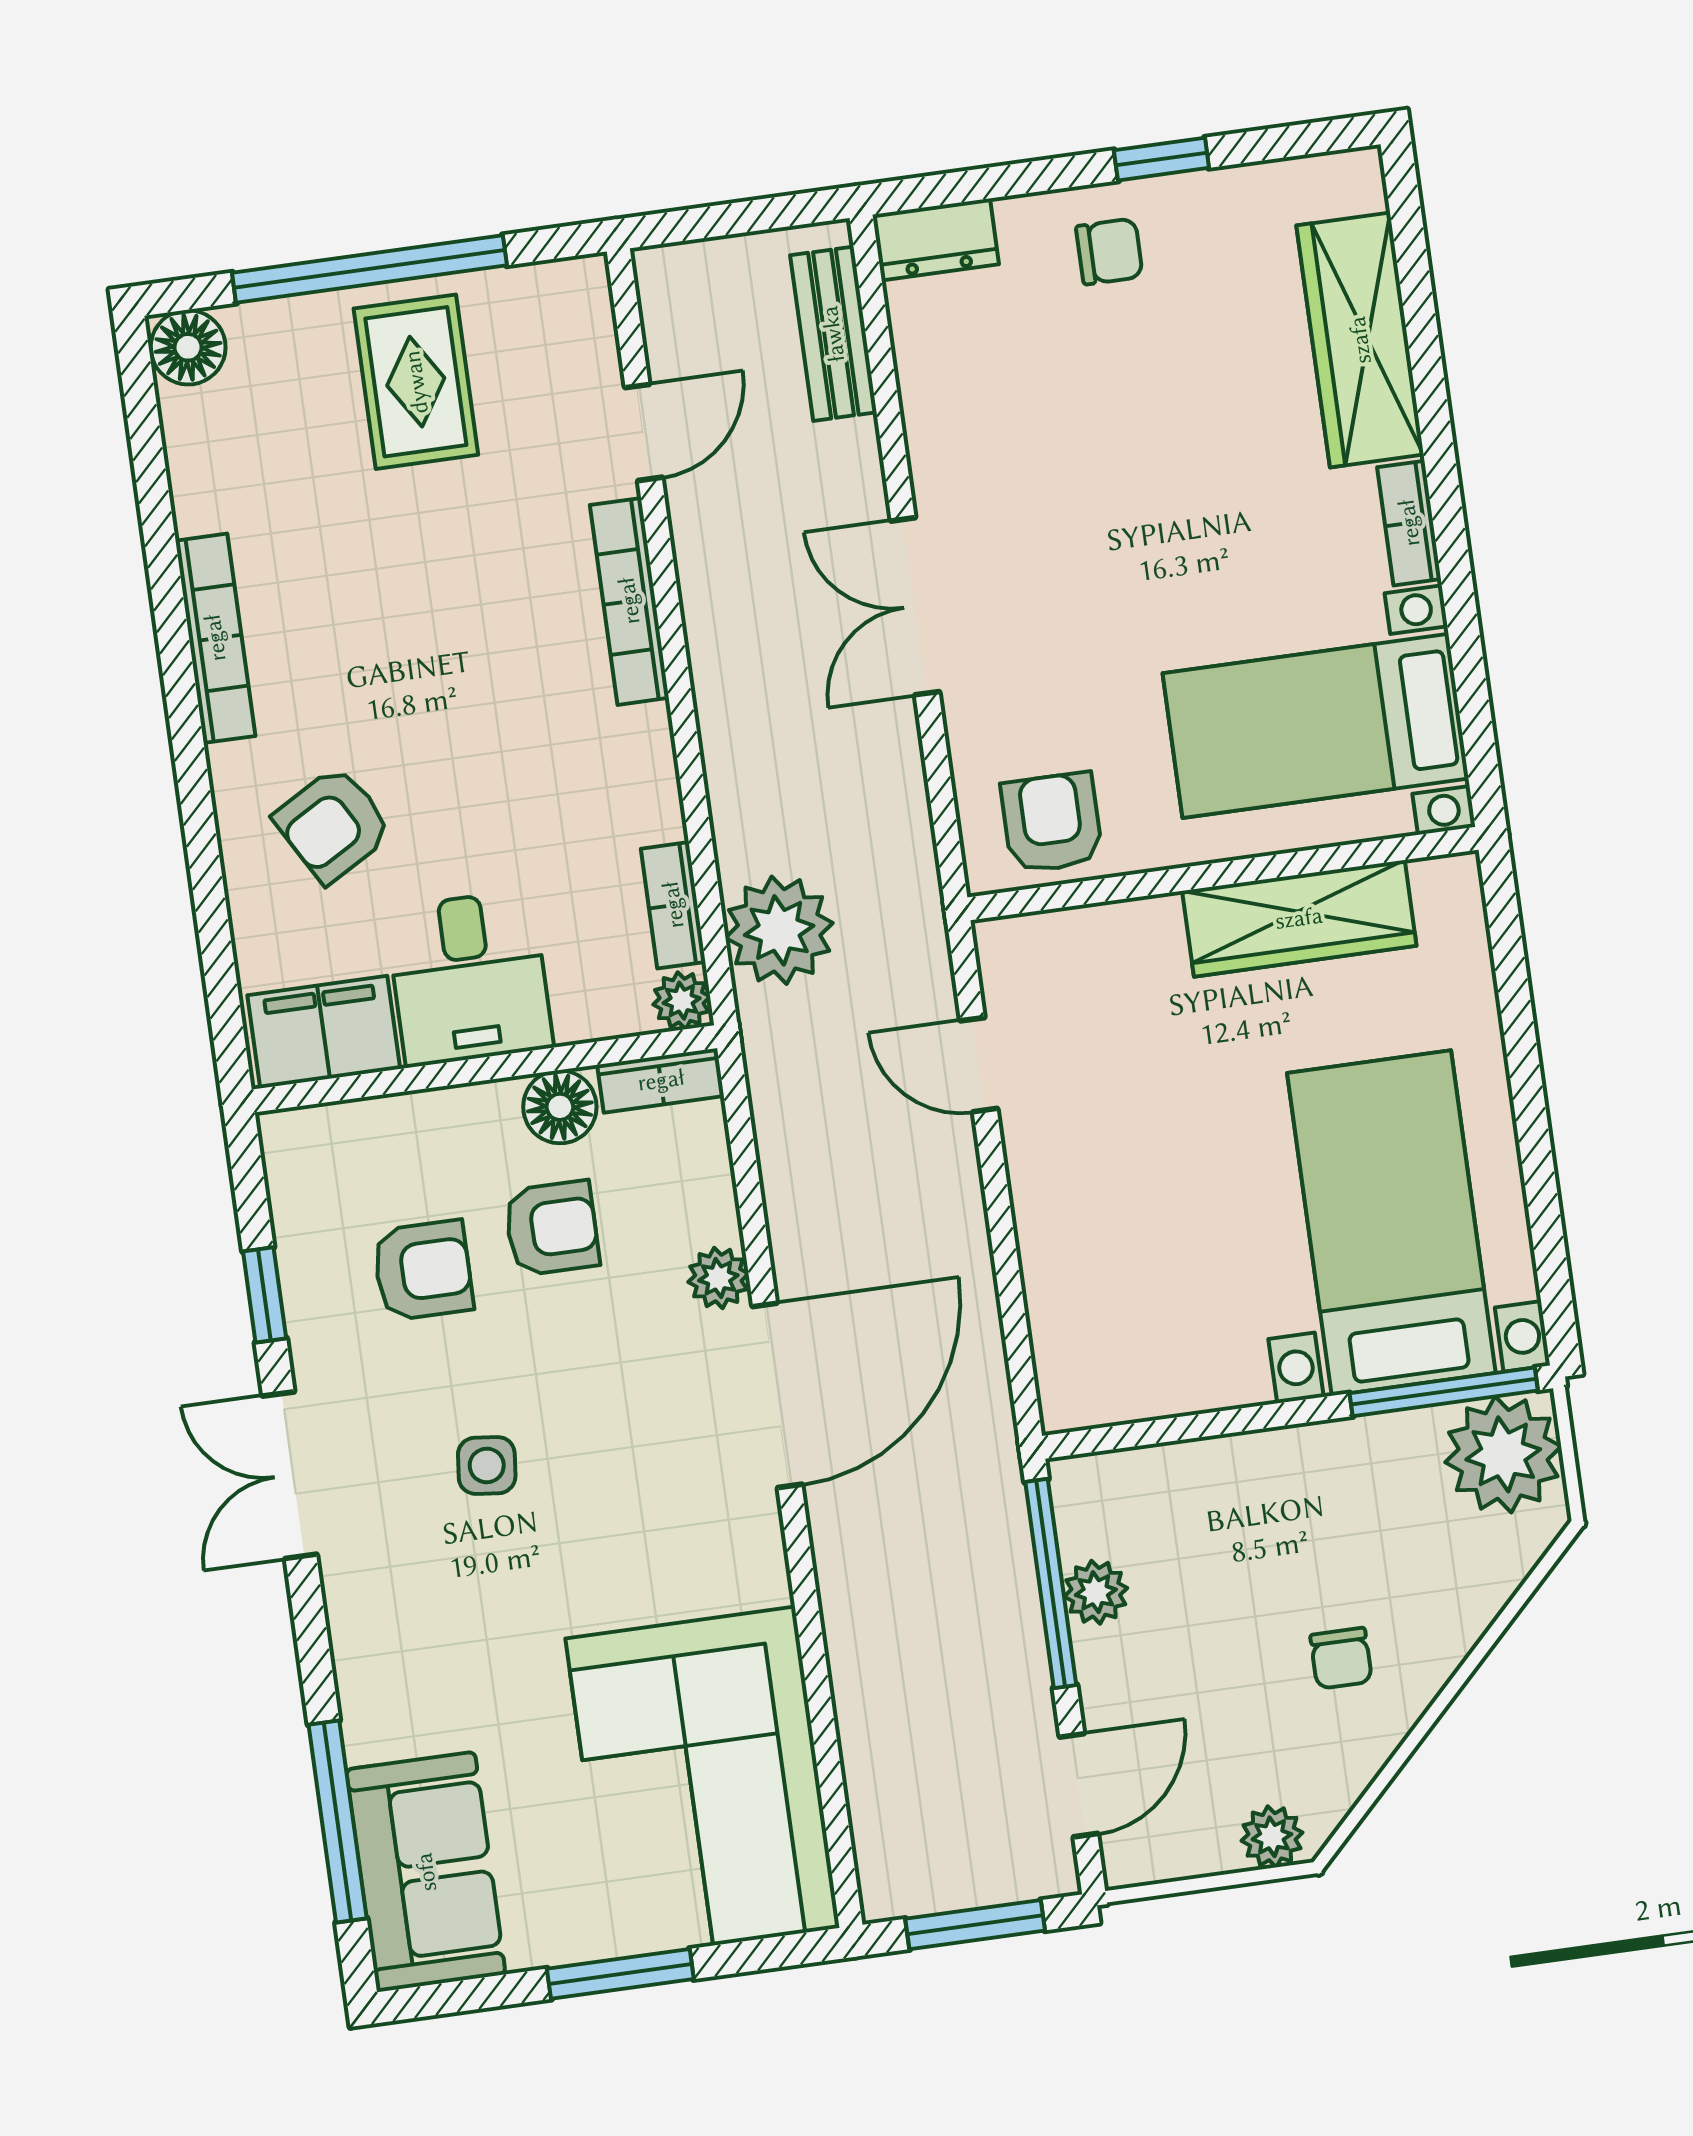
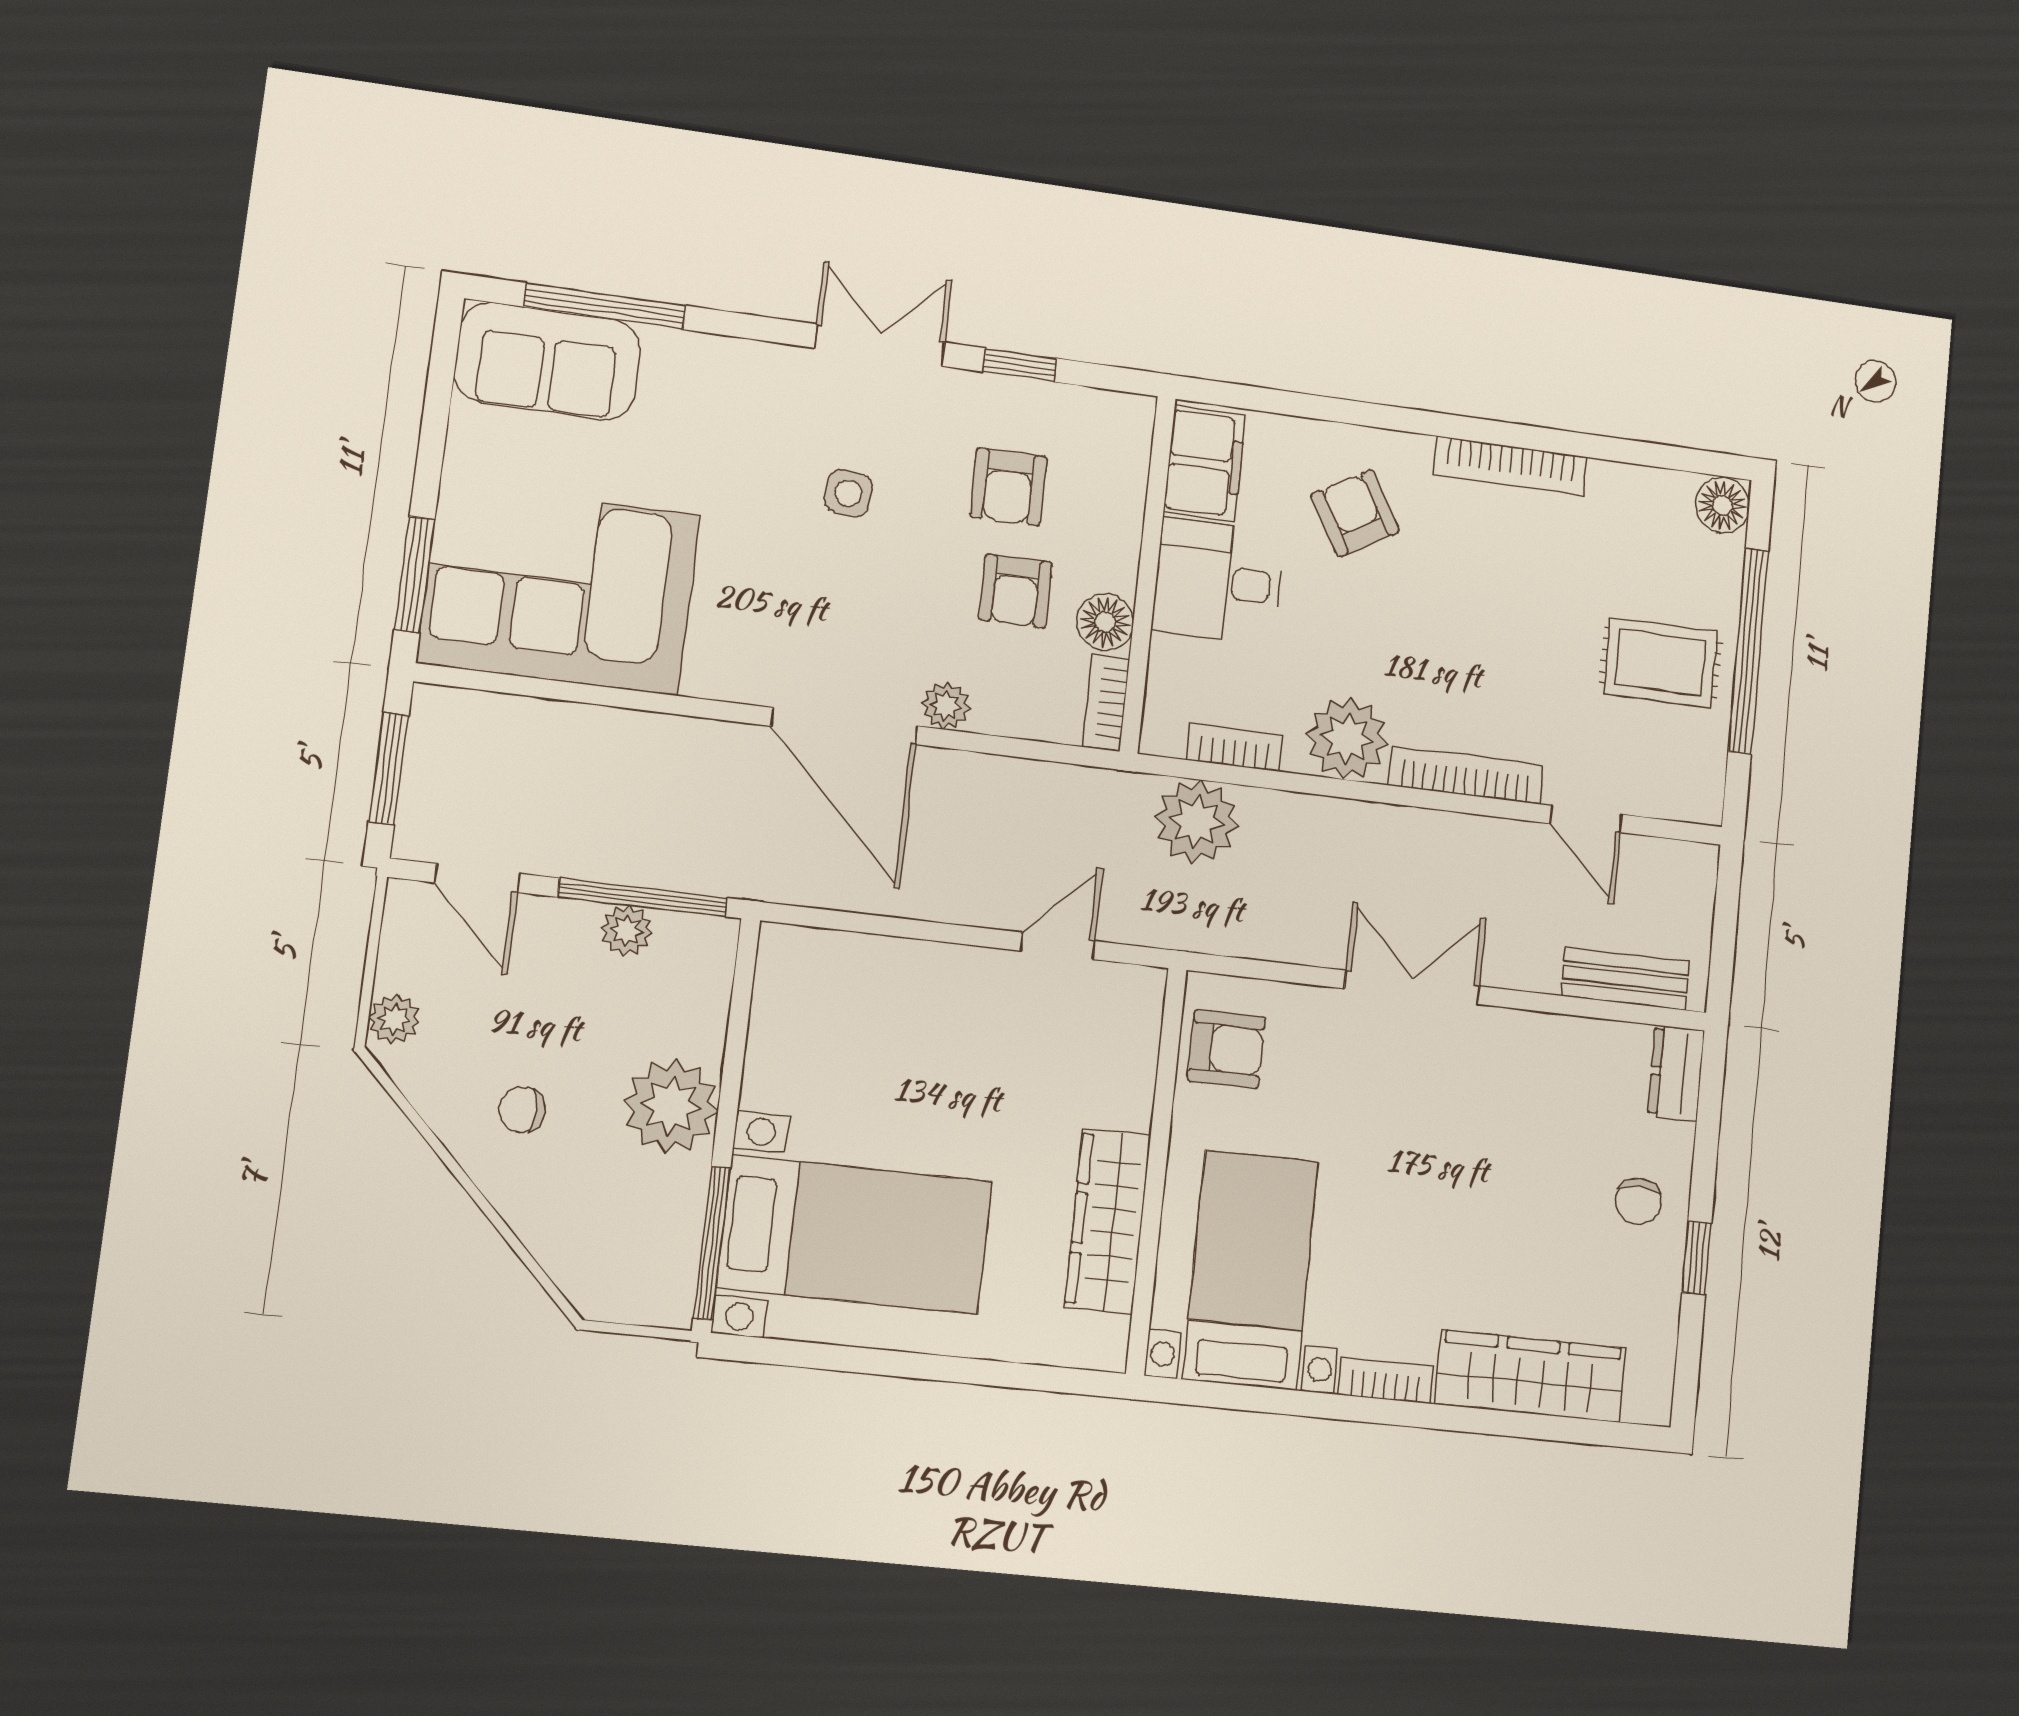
plant: (682, 1001) -> (1347, 738), moved, width x1.88, depth x1.88
plant: (1503, 1454) -> (671, 1106), moved
window: (620, 1974) -> (415, 574), moved

